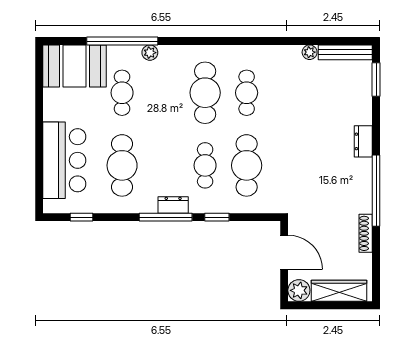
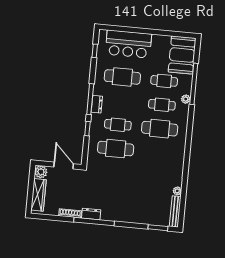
cafe table: (247, 93) -> (162, 105), moved
dresser: (363, 141) -> (91, 214), moved
door: (284, 252) -> (64, 165), swing flipped

